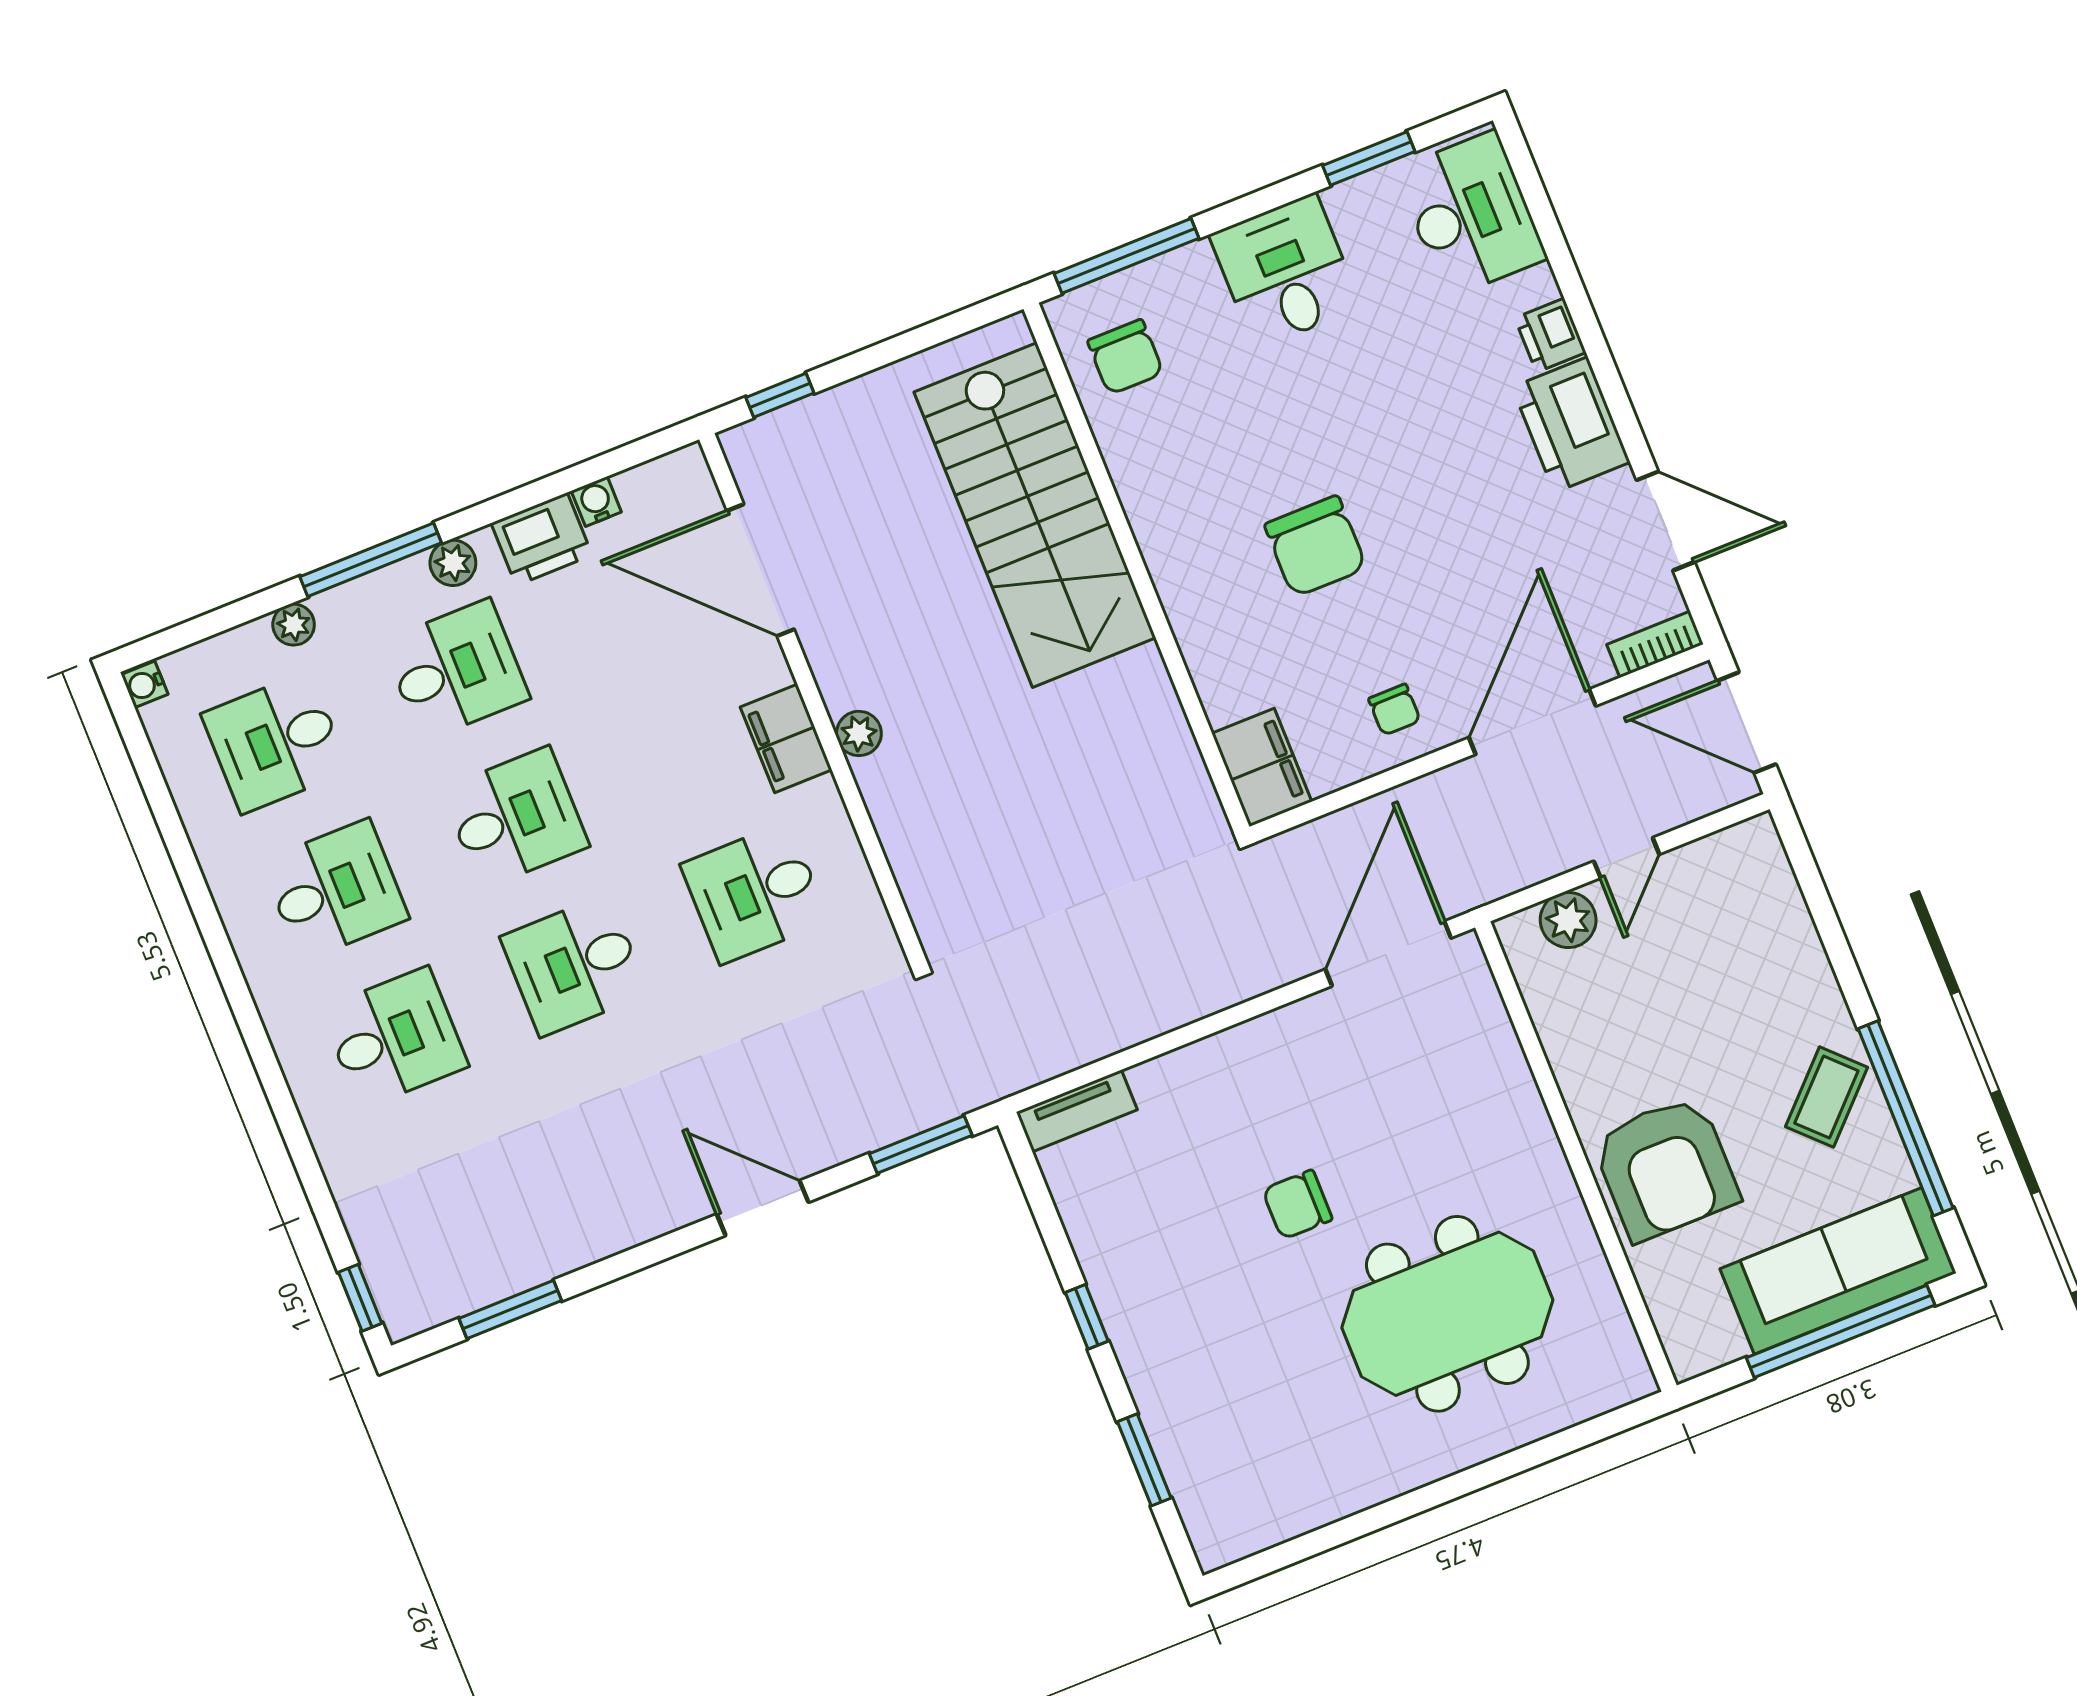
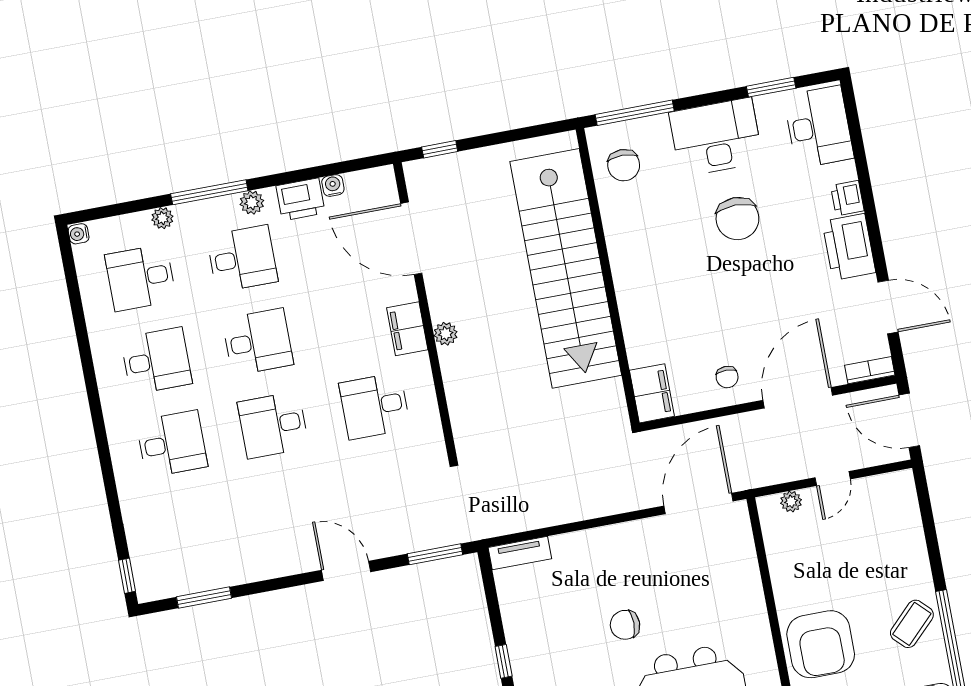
desk: (1285, 271) -> (716, 137), width x1.37
stairs: (1035, 515) -> (566, 268), width x1.36
chair: (1316, 546) -> (737, 219), moved
plant: (1568, 920) -> (791, 501), width x0.73, depth x0.73

